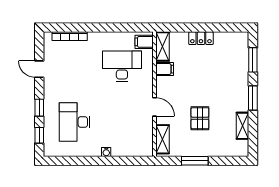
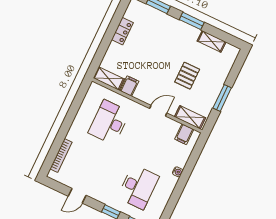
locker: (201, 38) -> (122, 31), moved
filing cabinet: (144, 42) -> (184, 134), moved
pallet: (200, 118) -> (187, 76), turned 90
desk: (75, 122) -> (138, 187), turned -90

